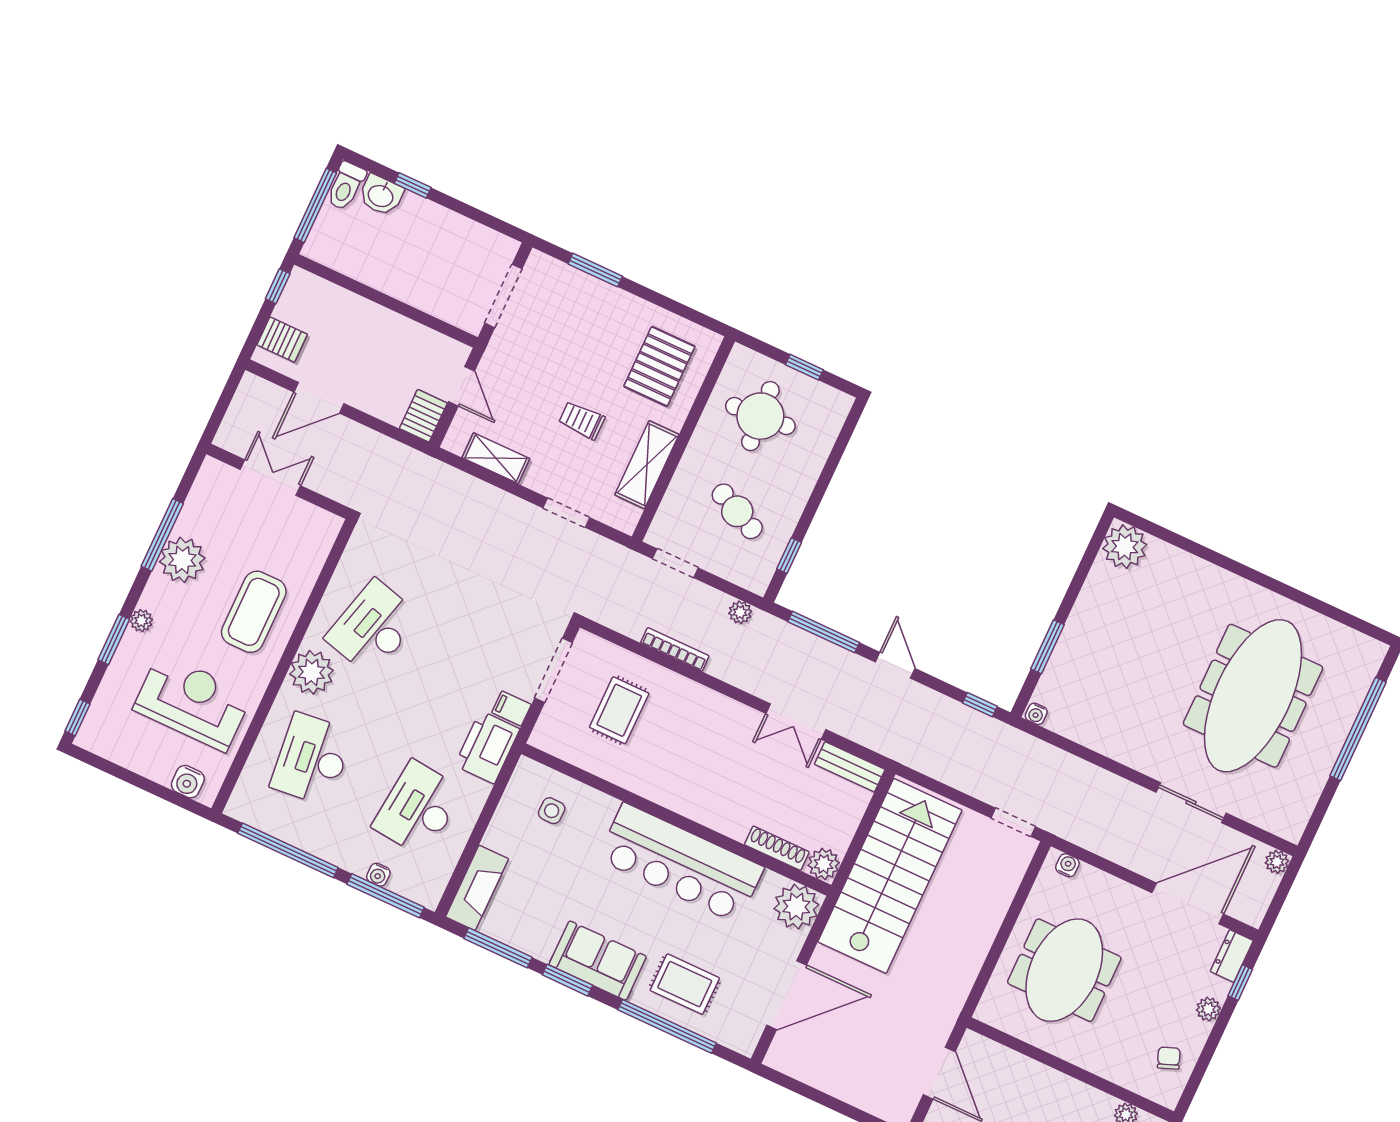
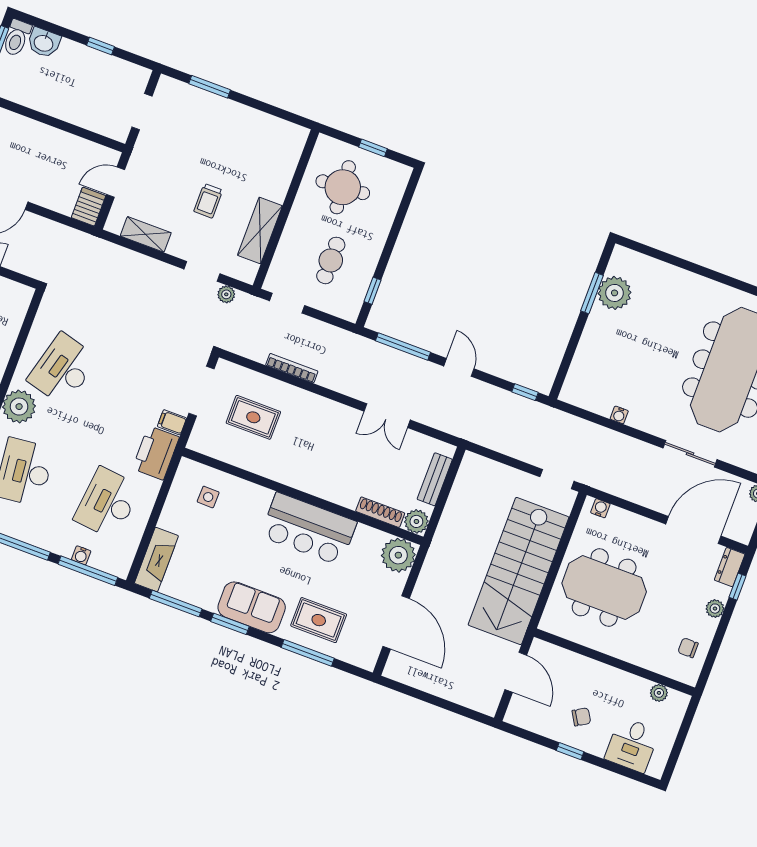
window: (413, 185) -> (101, 46), moved
doorway: (503, 296) -> (142, 112), width x0.73
pallet: (659, 366) -> (264, 156), removed
door: (462, 386) -> (116, 182), swing flipped
trolley: (582, 420) -> (208, 201), turned -90
cafe table: (737, 511) -> (331, 260), turned 65
plant: (1125, 547) -> (615, 293), moved
plant: (740, 612) -> (226, 294), moved
window: (1047, 647) -> (592, 293), moved
rug: (619, 710) -> (253, 417), turned 90
water cooler: (1036, 714) -> (619, 415), moved
bench: (850, 767) -> (435, 479), moved, turned 90
bar counter: (681, 863) -> (309, 529), width x0.73
stairs: (890, 876) -> (519, 571), moved, turned 180
meeting table: (1064, 970) -> (604, 588), turned 90
door: (787, 995) -> (396, 622), hinge flipped
window: (667, 1026) -> (308, 653), width x0.68
chair: (1169, 1058) -> (688, 648), turned -69

